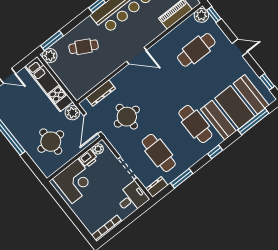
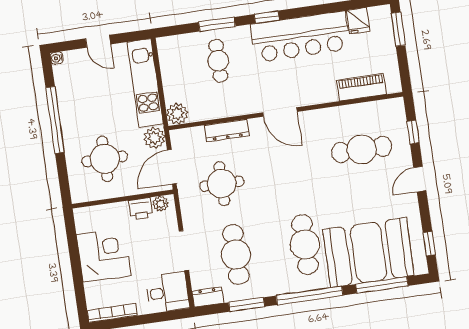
window: (214, 14) -> (413, 132), moved
plant: (201, 15) -> (394, 109), removed
window: (52, 41) -> (217, 24), moved
cafe table: (84, 47) -> (218, 61), turned 62
door: (240, 48) -> (420, 179), swing flipped
plant: (50, 56) -> (177, 114), moved
dresser: (101, 93) -> (227, 130), moved
window: (215, 152) -> (309, 295), width x3.17
corner desk: (75, 181) -> (104, 255), moved, turned -90

